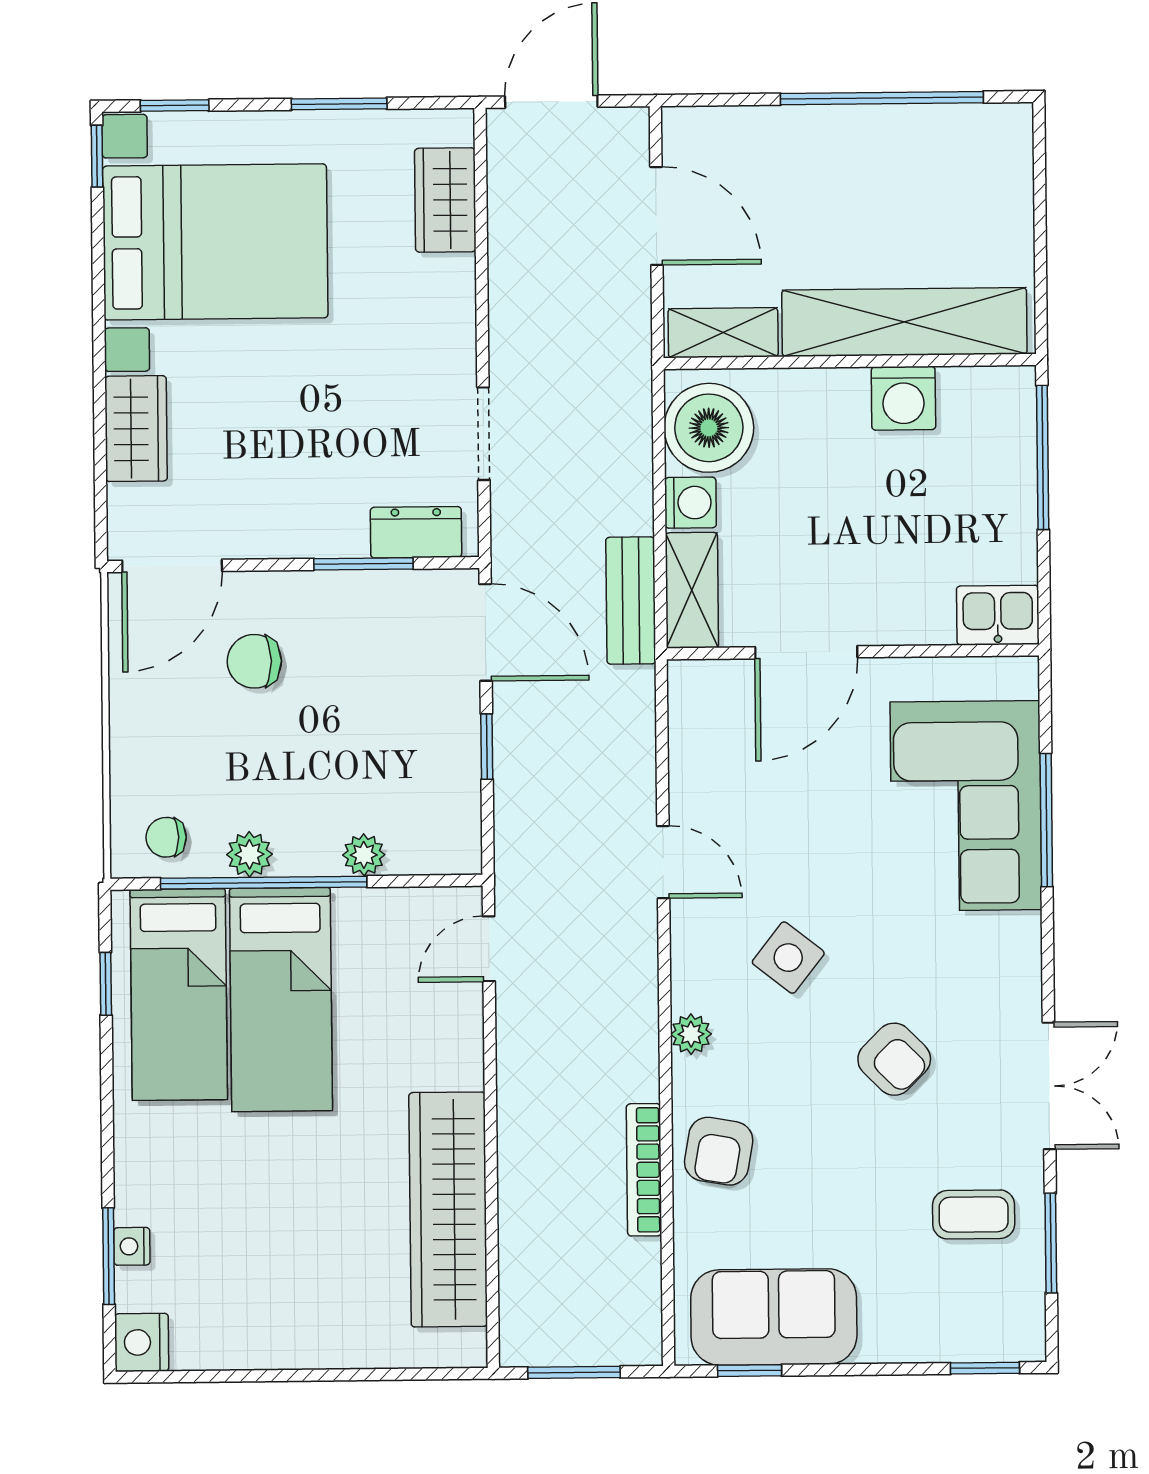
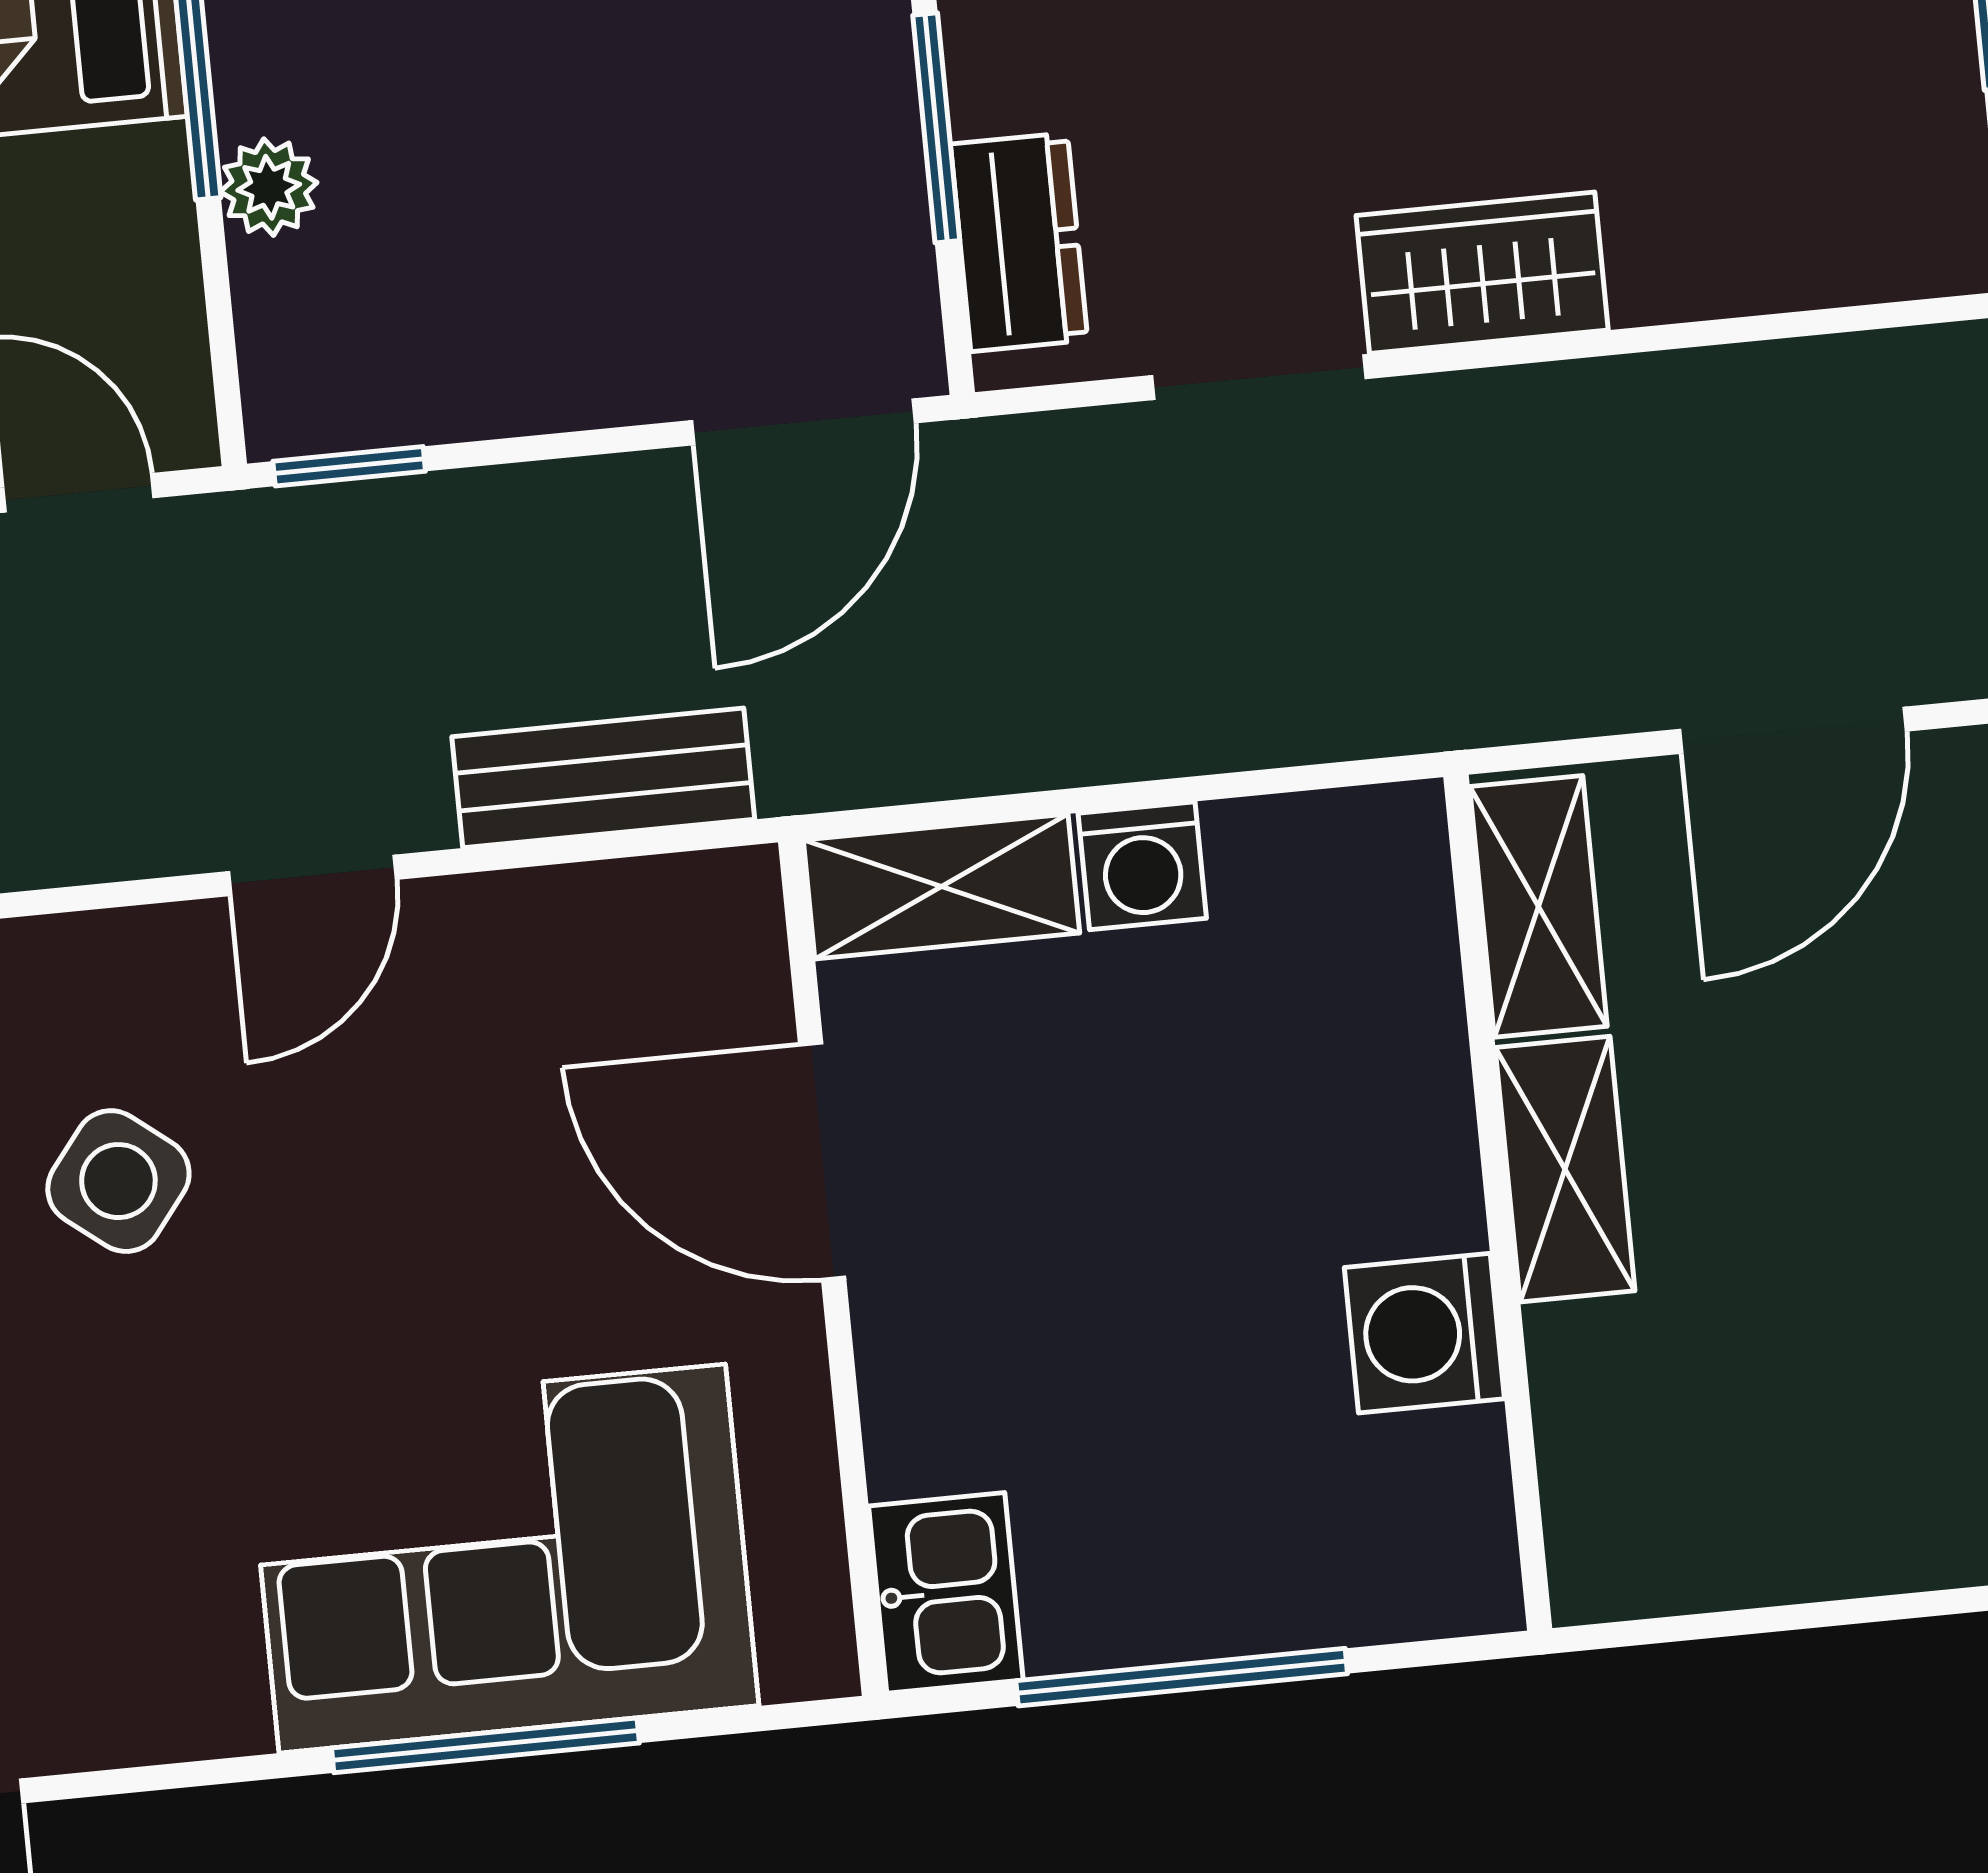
wardrobe: (445, 200) -> (1482, 273), moved
shelving: (904, 322) -> (1565, 1169), width x0.45, depth x0.75
boiler: (709, 428) -> (1317, 893), removed
window: (1043, 457) -> (1182, 1677), moved
bench: (631, 601) -> (603, 778), moved
window: (487, 747) -> (349, 466), moved

